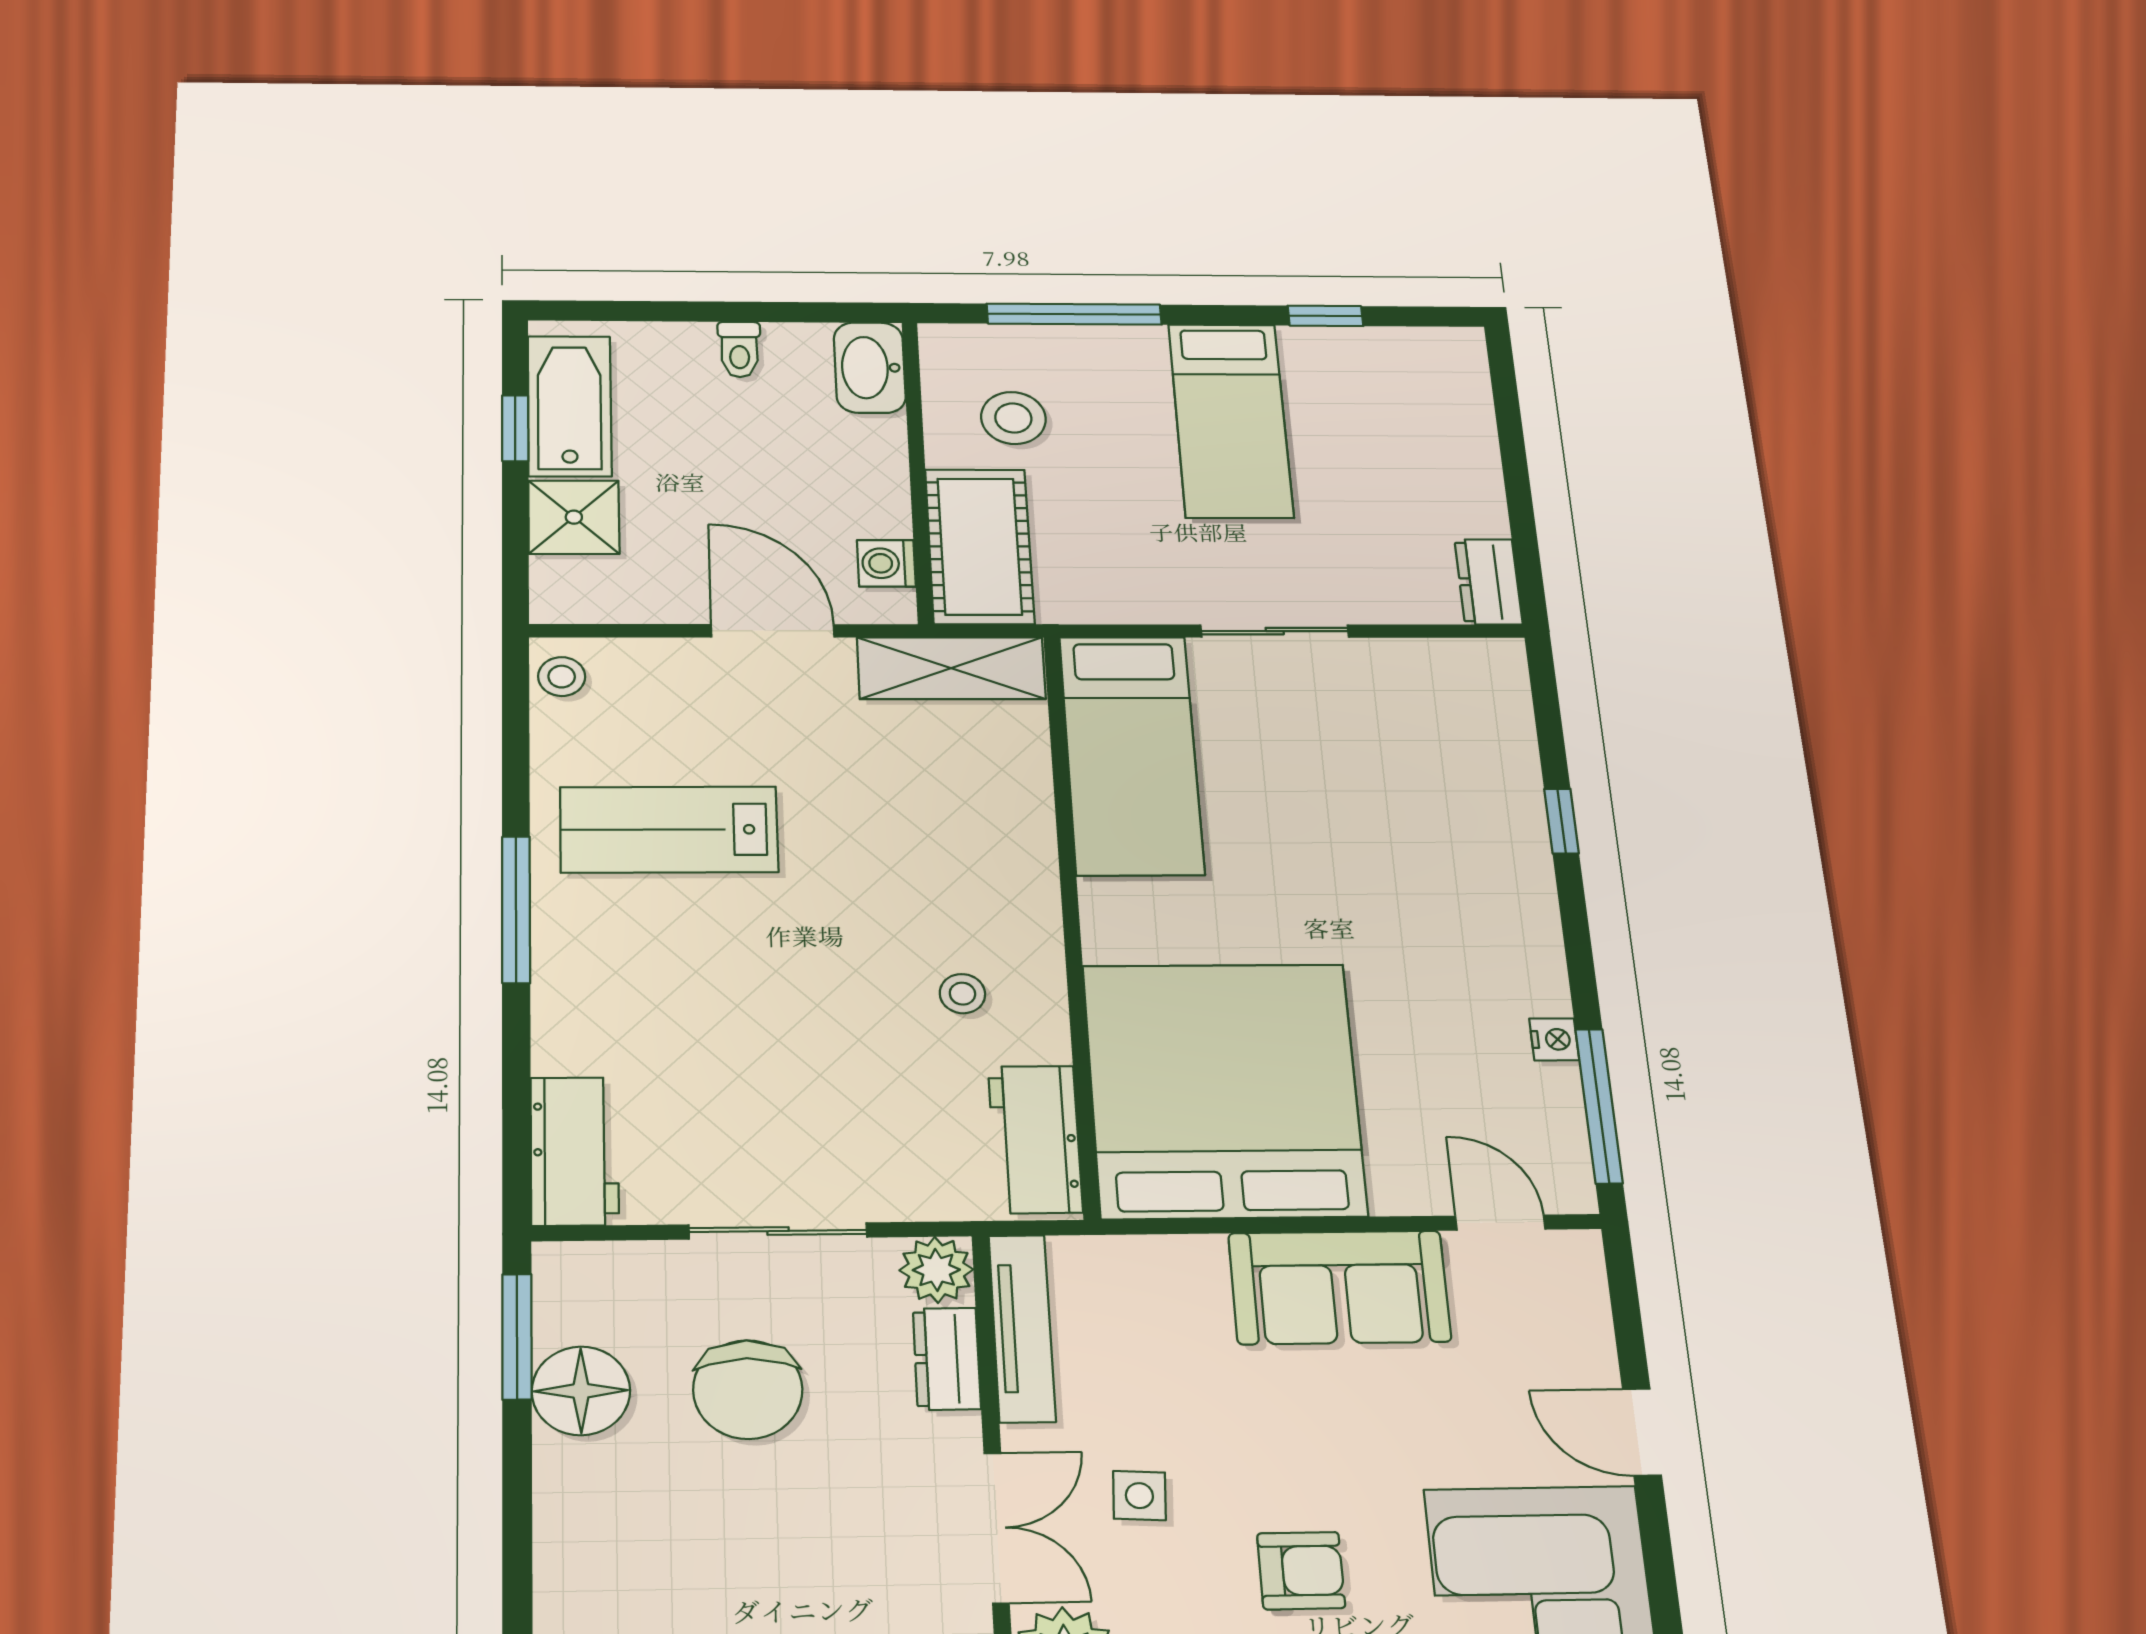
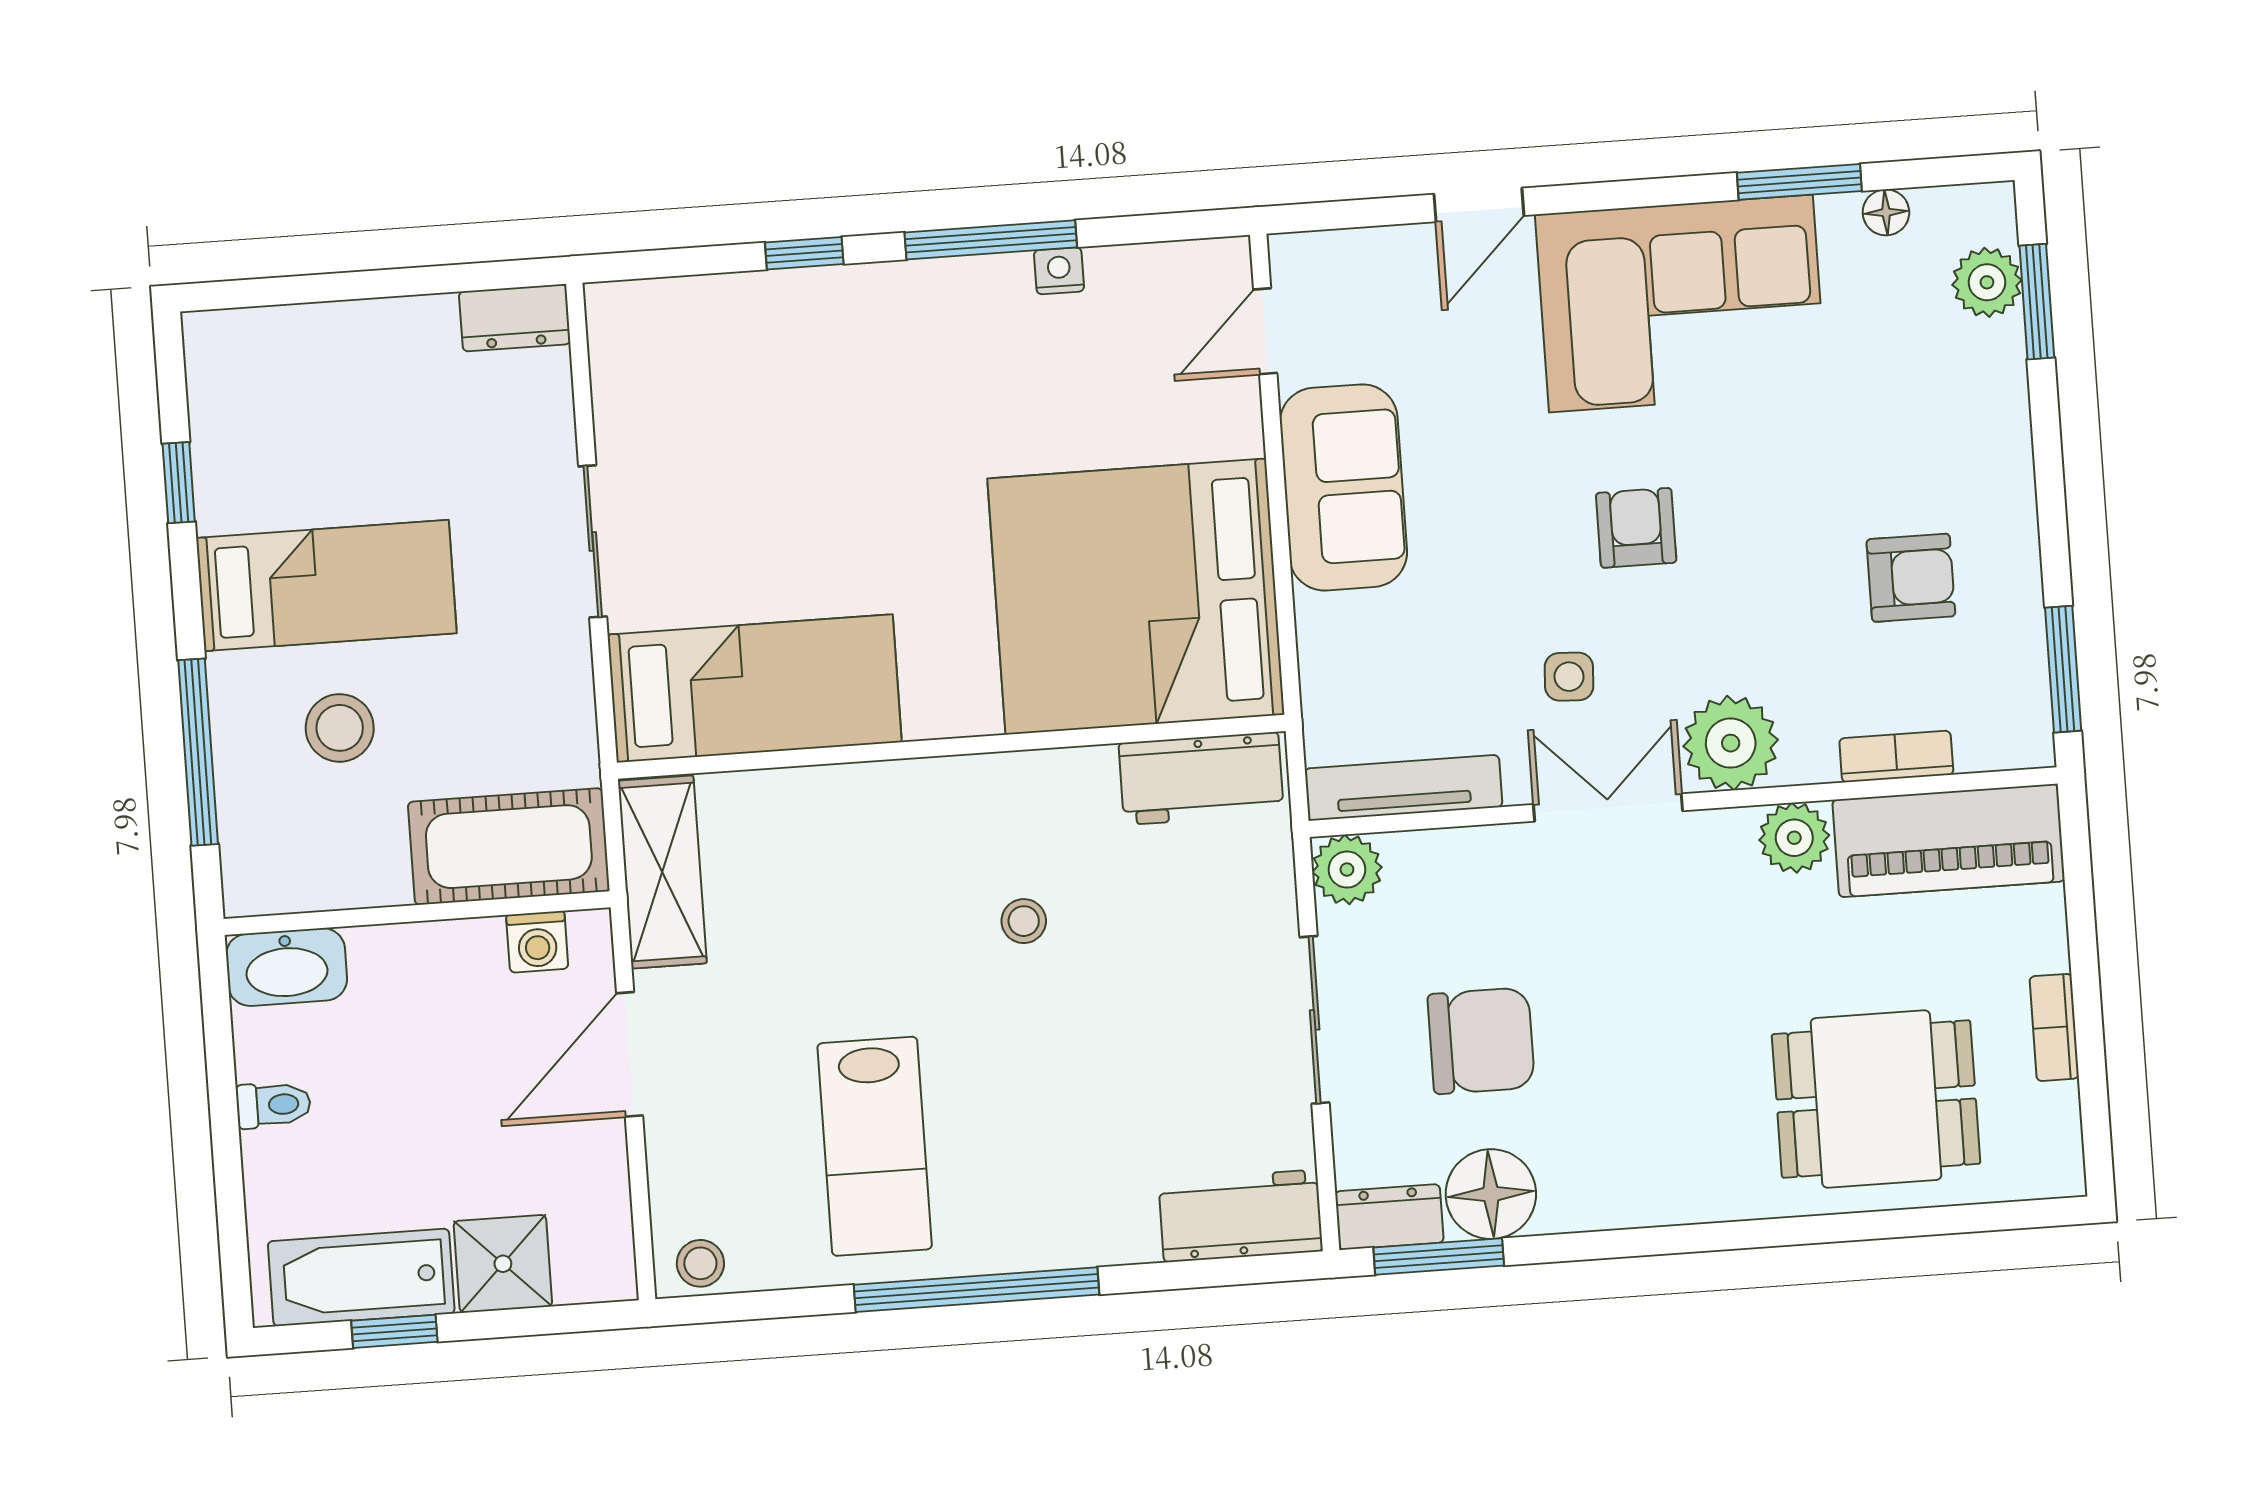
stool: (1013, 418) -> (340, 728), moved
window: (516, 909) -> (977, 1290), width x1.46
stool: (962, 994) -> (1024, 921), moved
window: (1599, 1106) -> (991, 240), moved
dresser: (947, 1359) -> (1389, 1217), moved, turned 180

